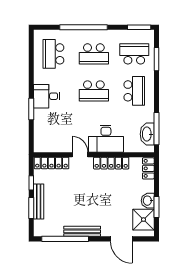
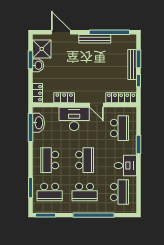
school desk: (94, 54) -> (85, 192), turned 180
school desk: (94, 91) -> (85, 160), turned 90
desk: (47, 96) -> (125, 166), moved
school desk: (53, 128) -> (119, 128), added
locker: (111, 163) -> (64, 98), width x0.66

